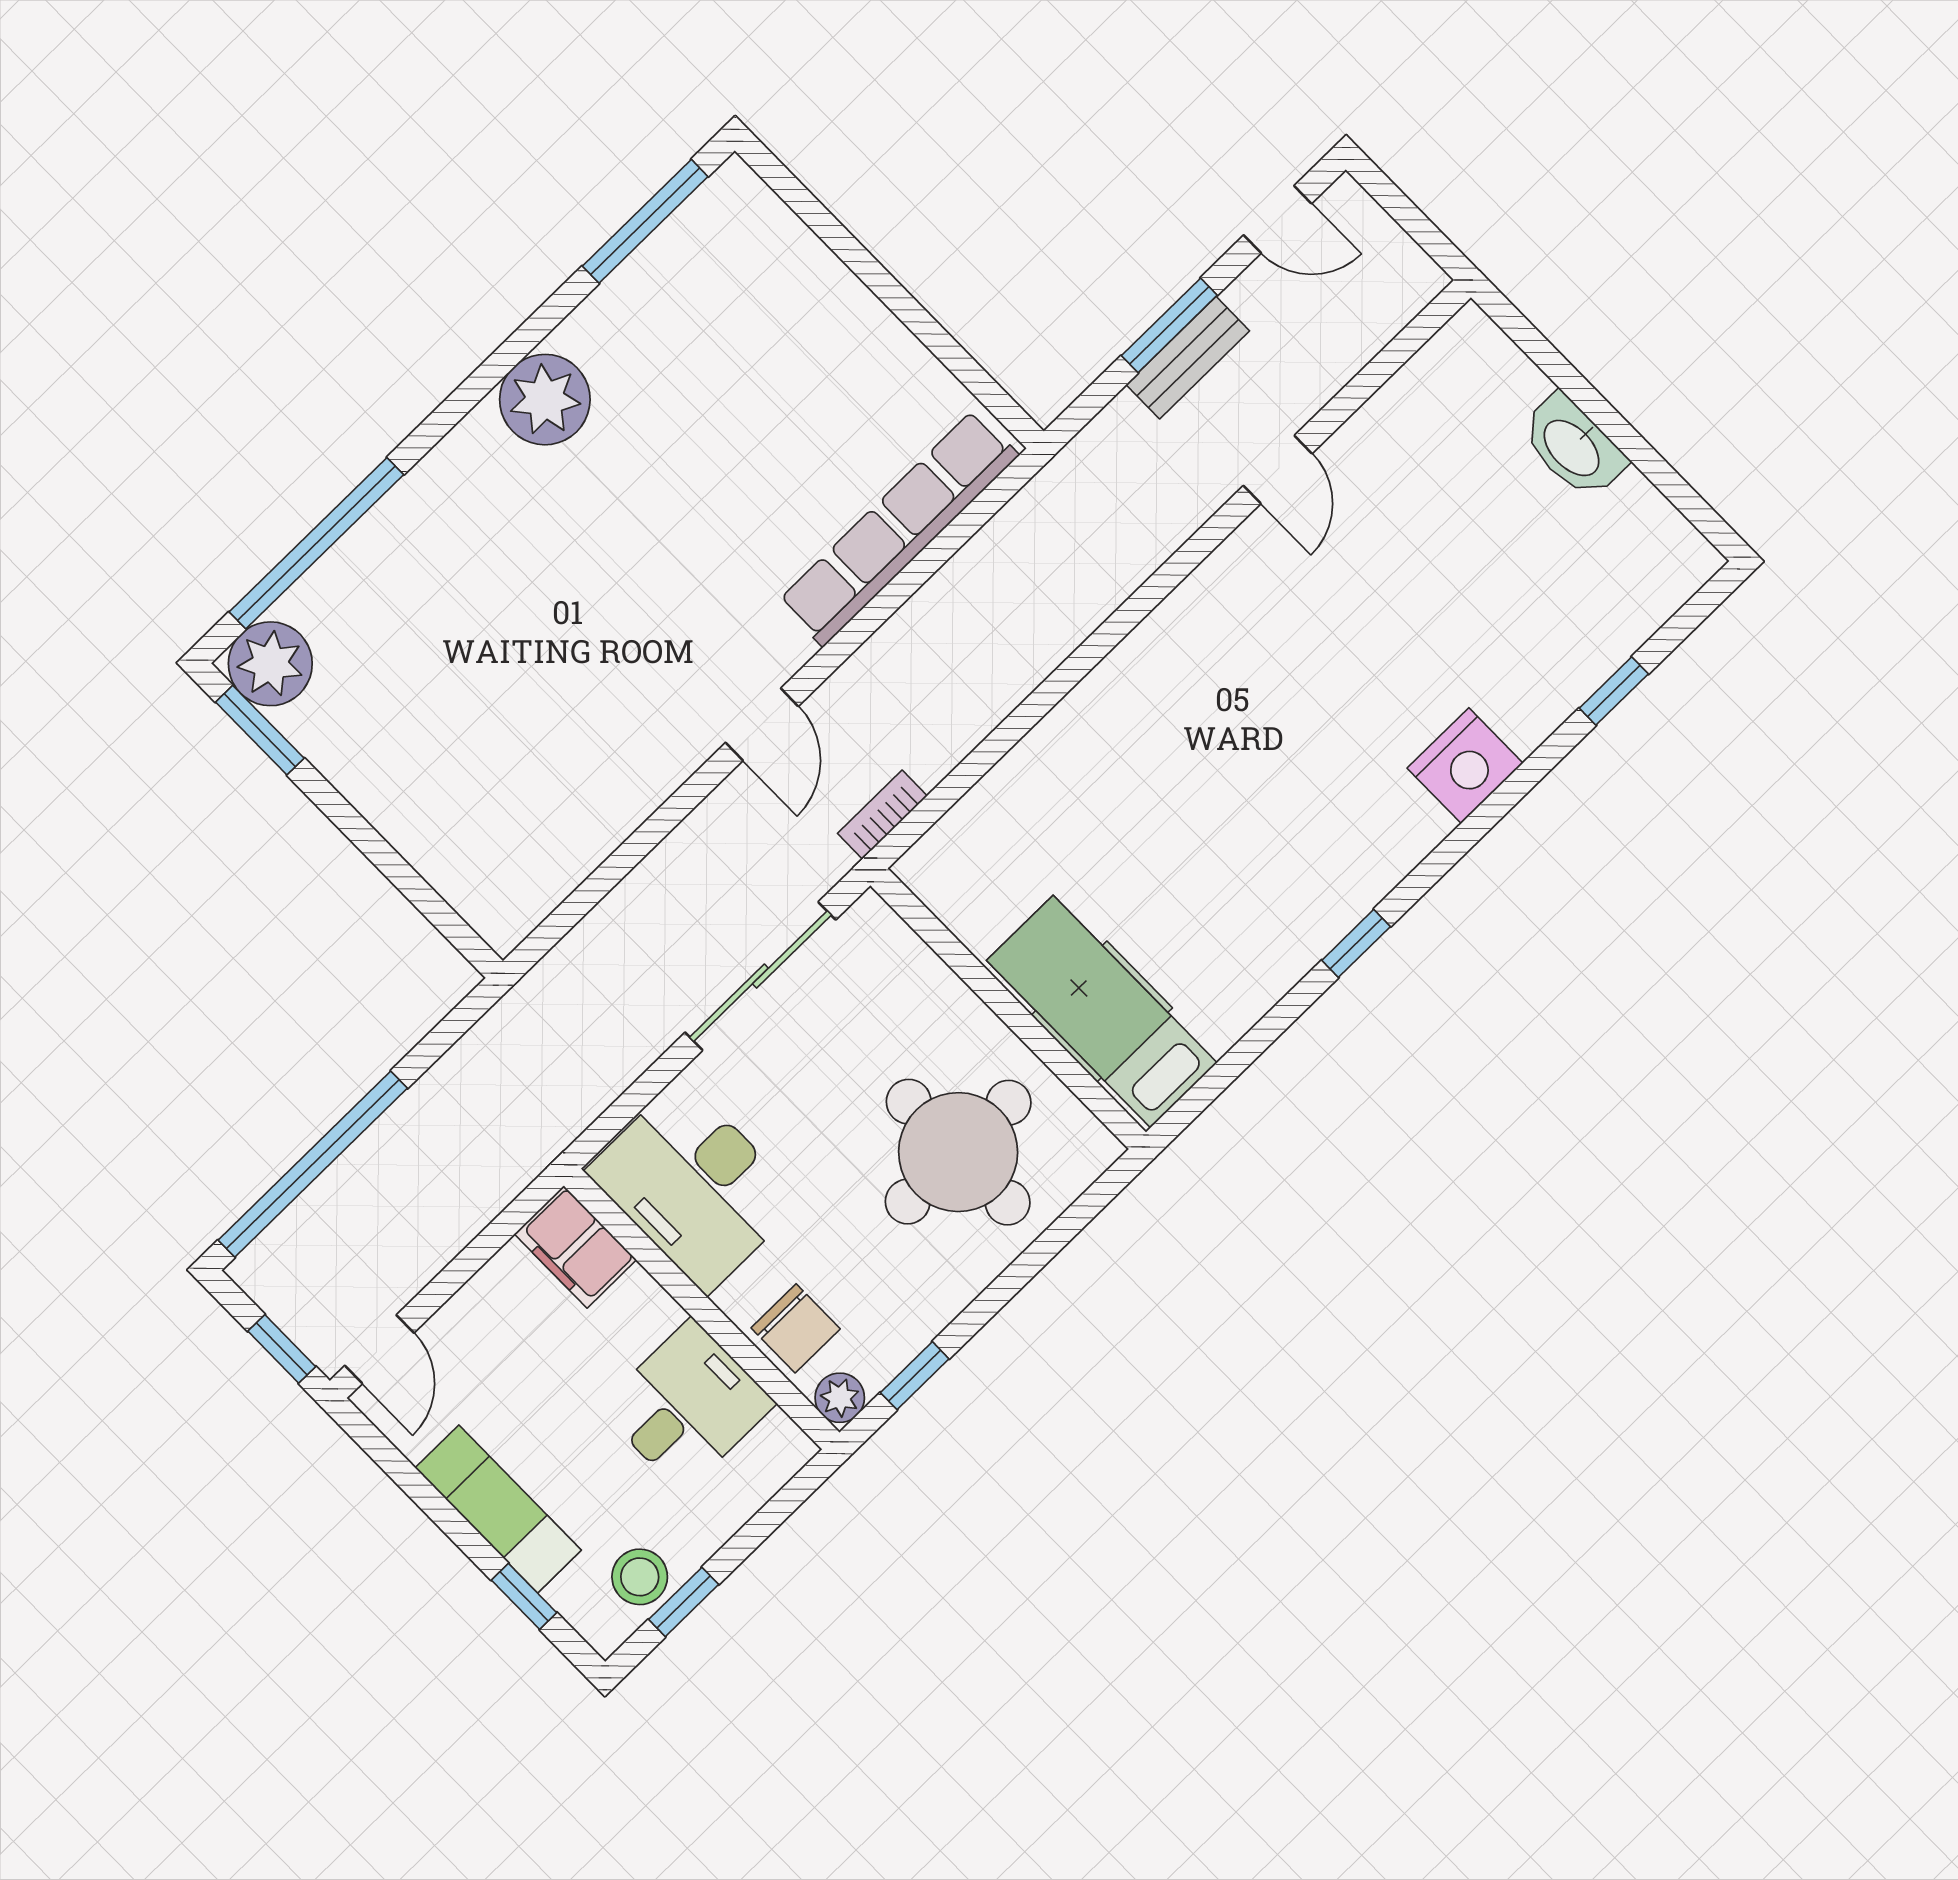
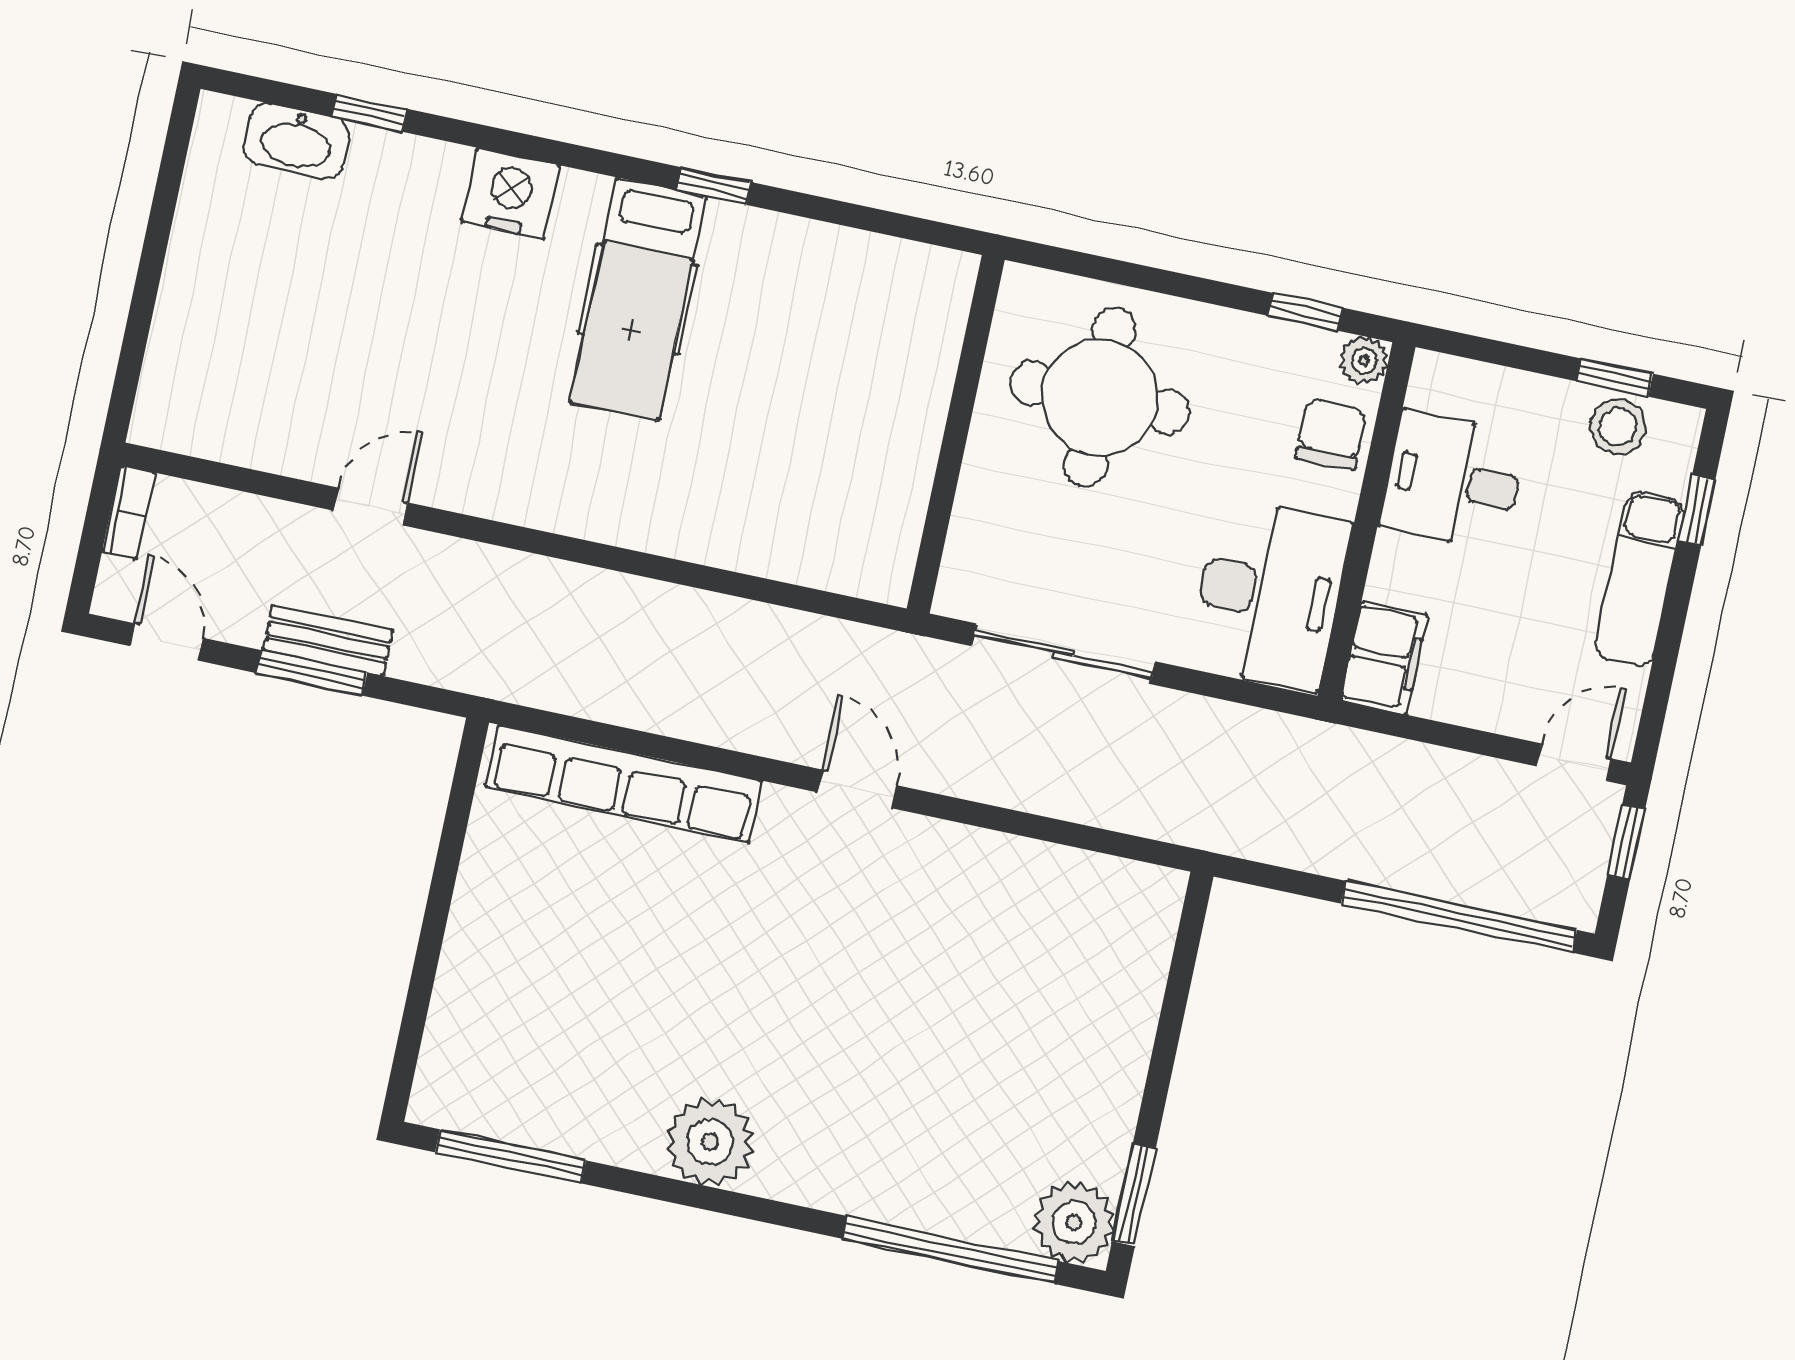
washbasin: (1573, 447) -> (297, 141), moved, turned 90
door: (762, 724) -> (857, 789), hinge flipped
bookcase: (882, 815) -> (128, 512), moved, turned -90
hospital bed: (1102, 1012) -> (638, 299), moved

